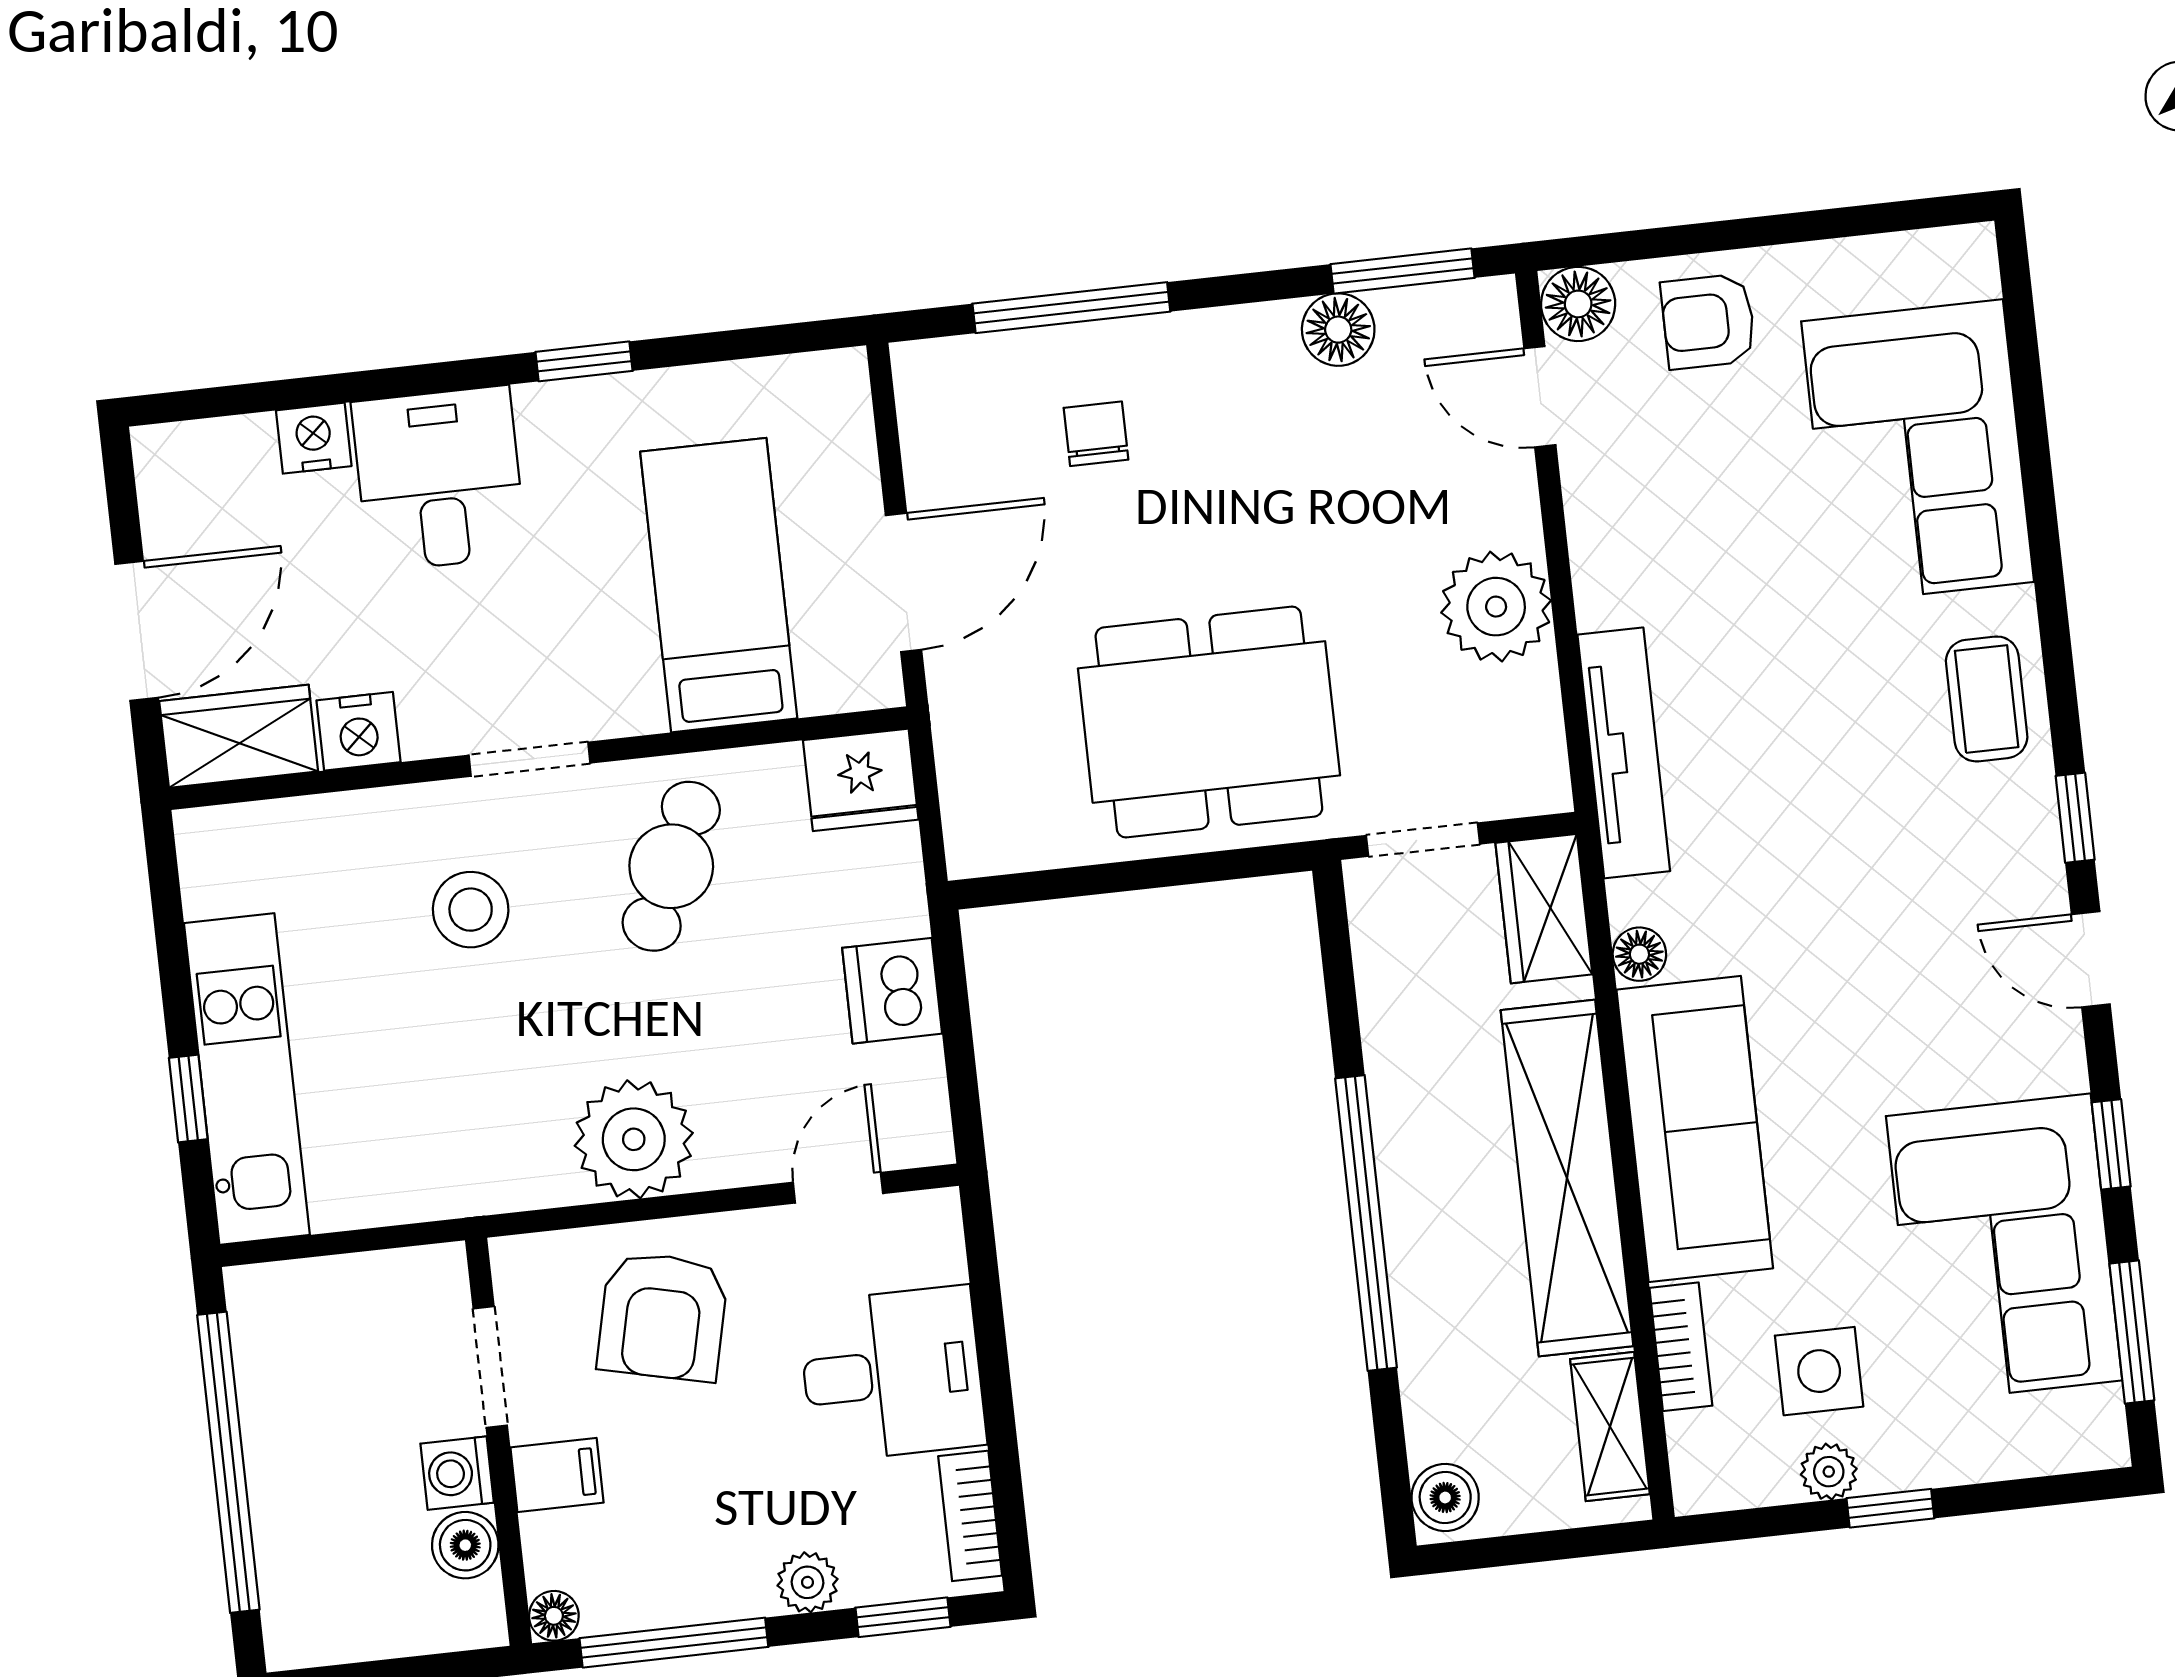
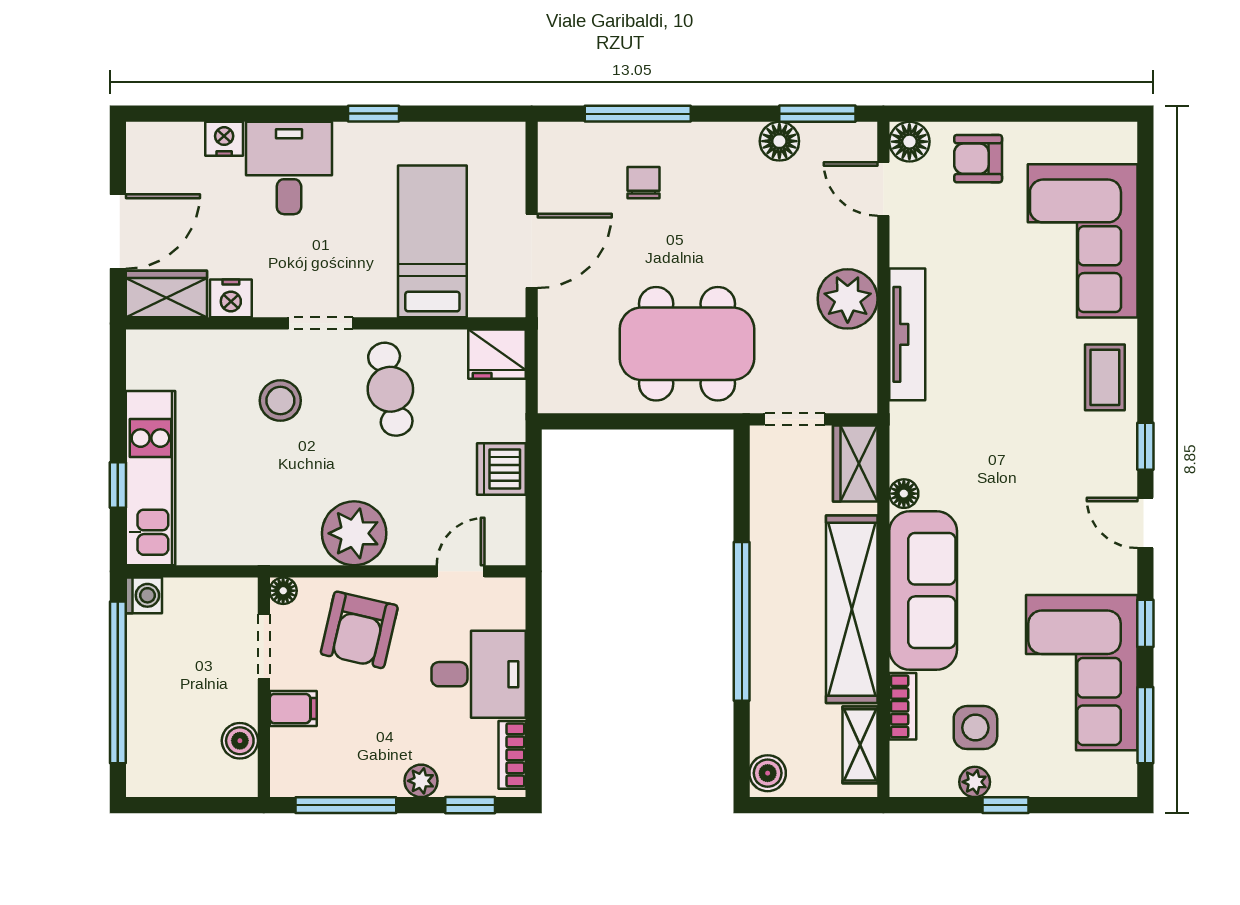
tv unit: (1624, 753) -> (907, 334), moved
cafe table: (671, 866) -> (390, 389), turned -36
washing machine: (457, 1473) -> (144, 595), moved, turned 180
floor lamp: (554, 1616) -> (283, 591), moved

